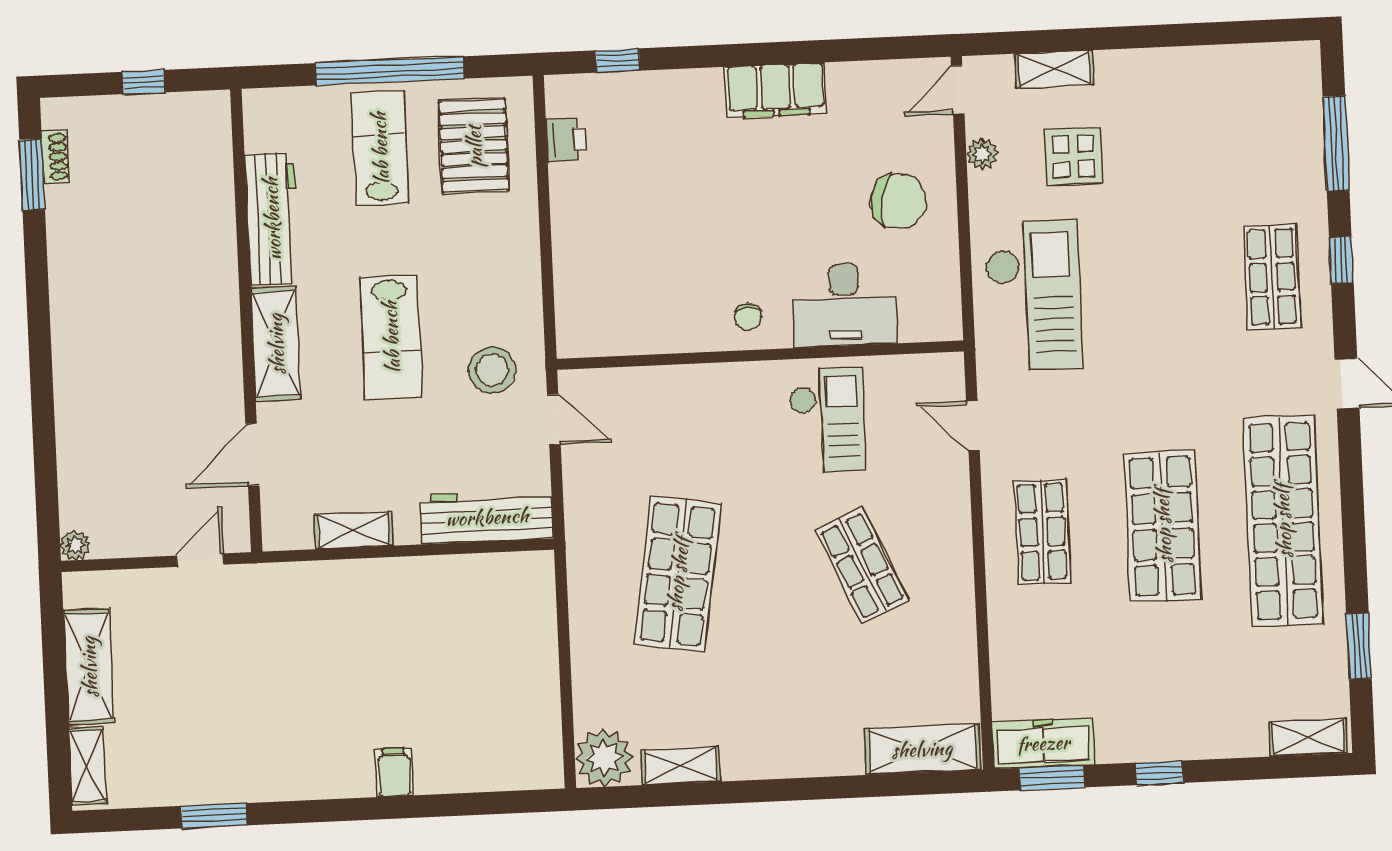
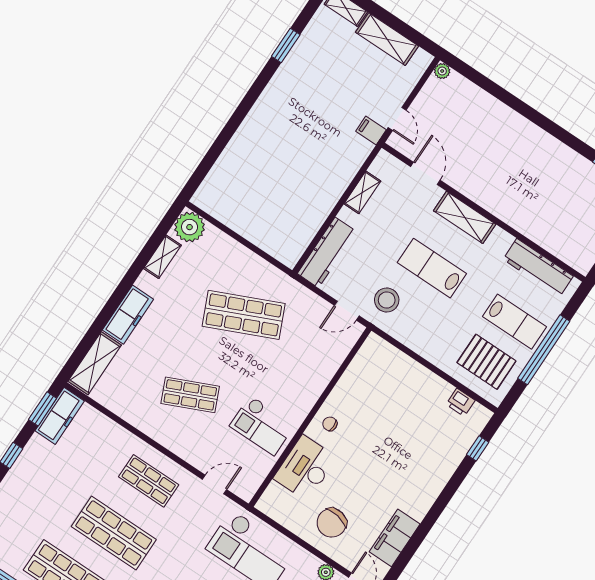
filing cabinet: (776, 90) -> (395, 538), moved
workbench: (272, 219) -> (538, 268), moved
shop shelf: (678, 574) -> (244, 315), turned -33
freezer: (809, 753) -> (128, 315), added
filing cabinet: (394, 773) -> (371, 130), moved, turned 180

